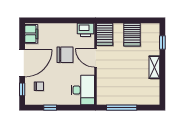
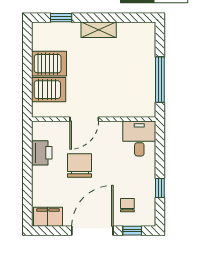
printer: (86, 30) -> (42, 153), moved
server rack: (105, 34) -> (49, 90), moved
door: (22, 63) -> (92, 231), hinge flipped
desk: (83, 90) -> (139, 138), width x0.73

